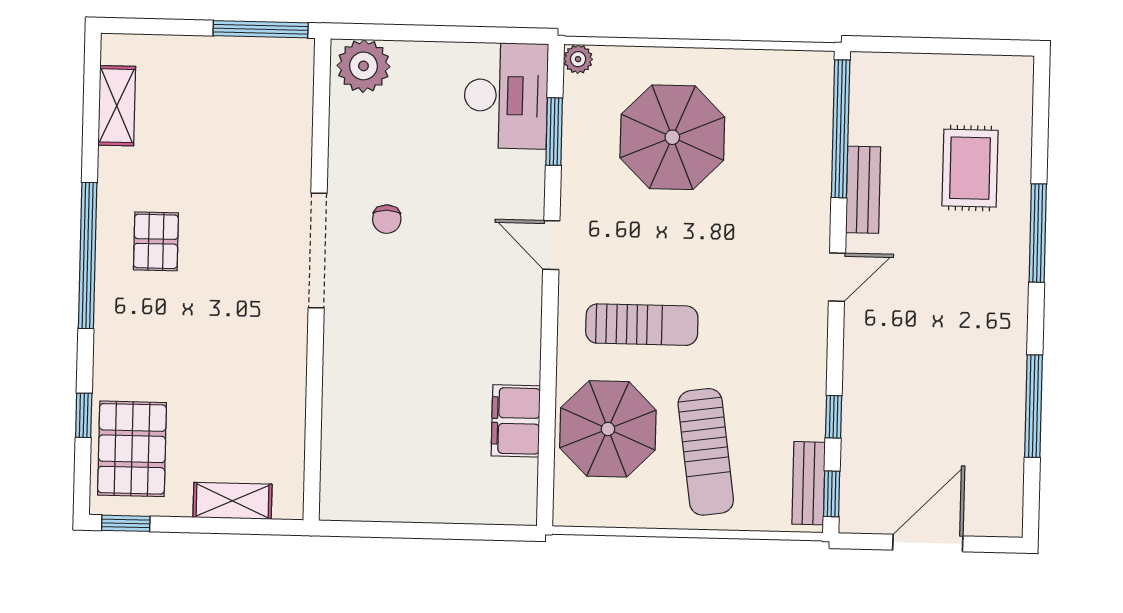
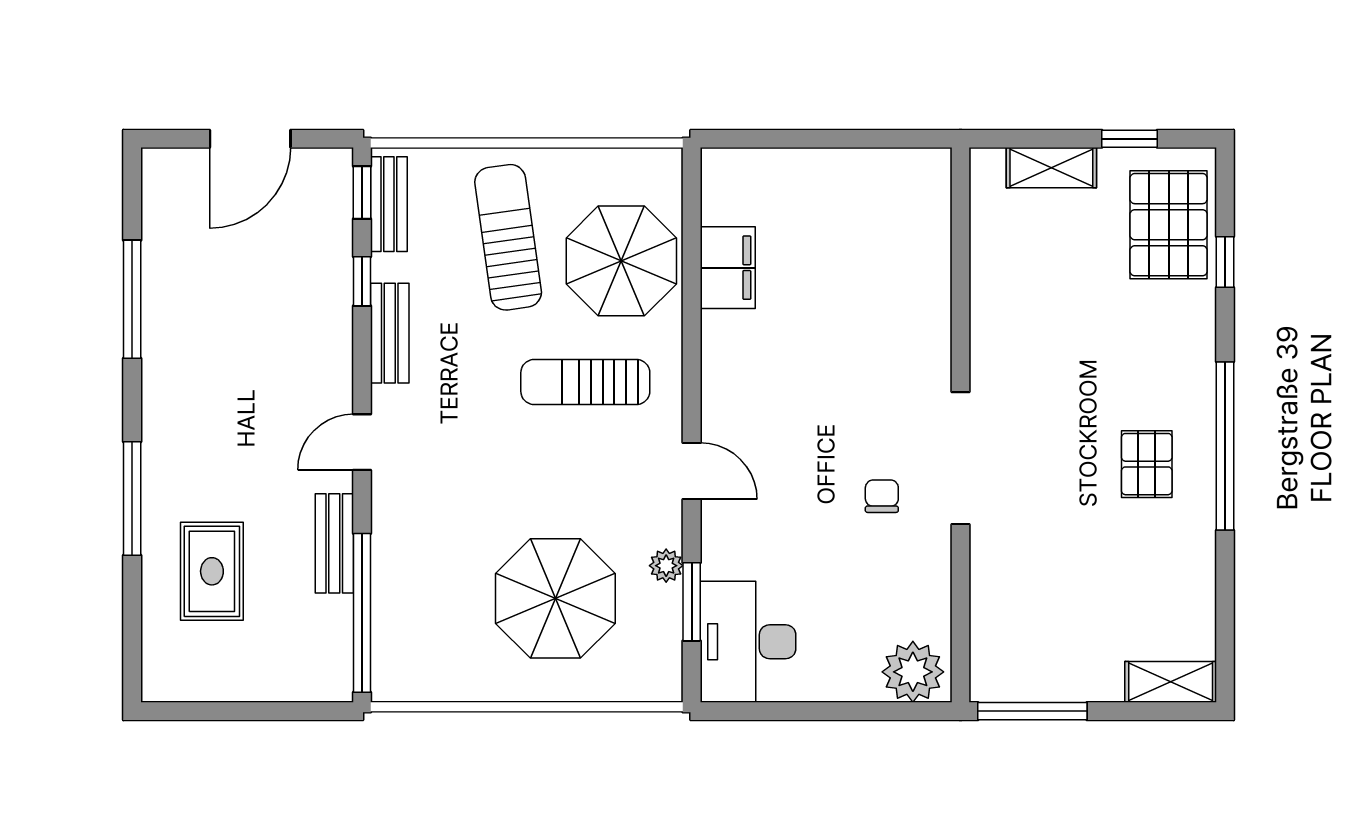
plant: (578, 59) -> (666, 566), moved
shelving: (117, 106) -> (1171, 682), moved, turned 90
bench: (811, 371) -> (390, 333), added
window: (126, 523) -> (1130, 139), moved

